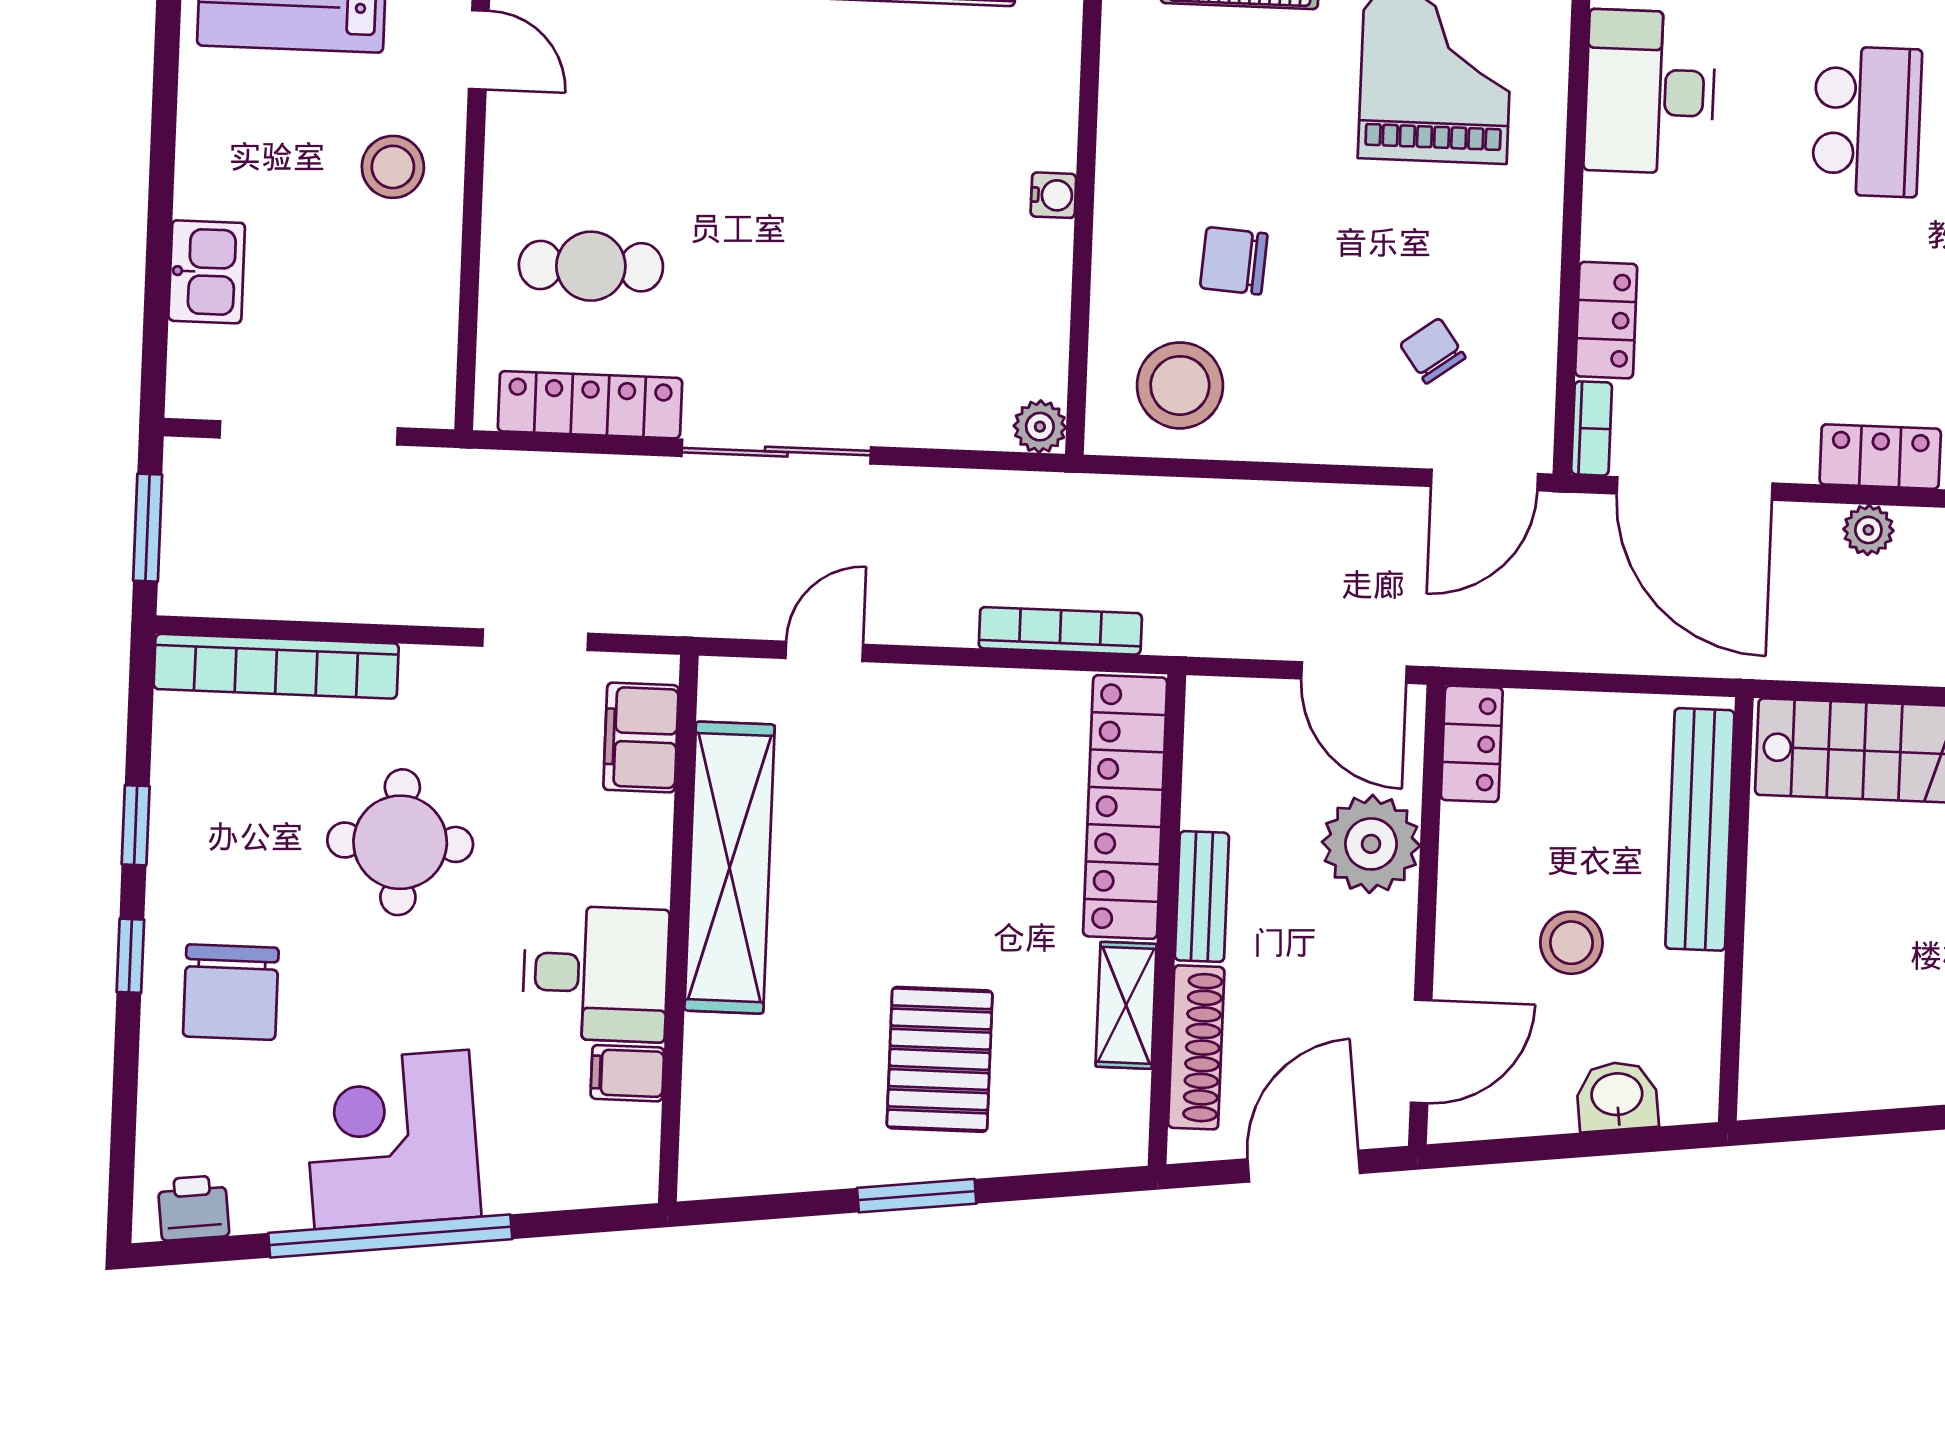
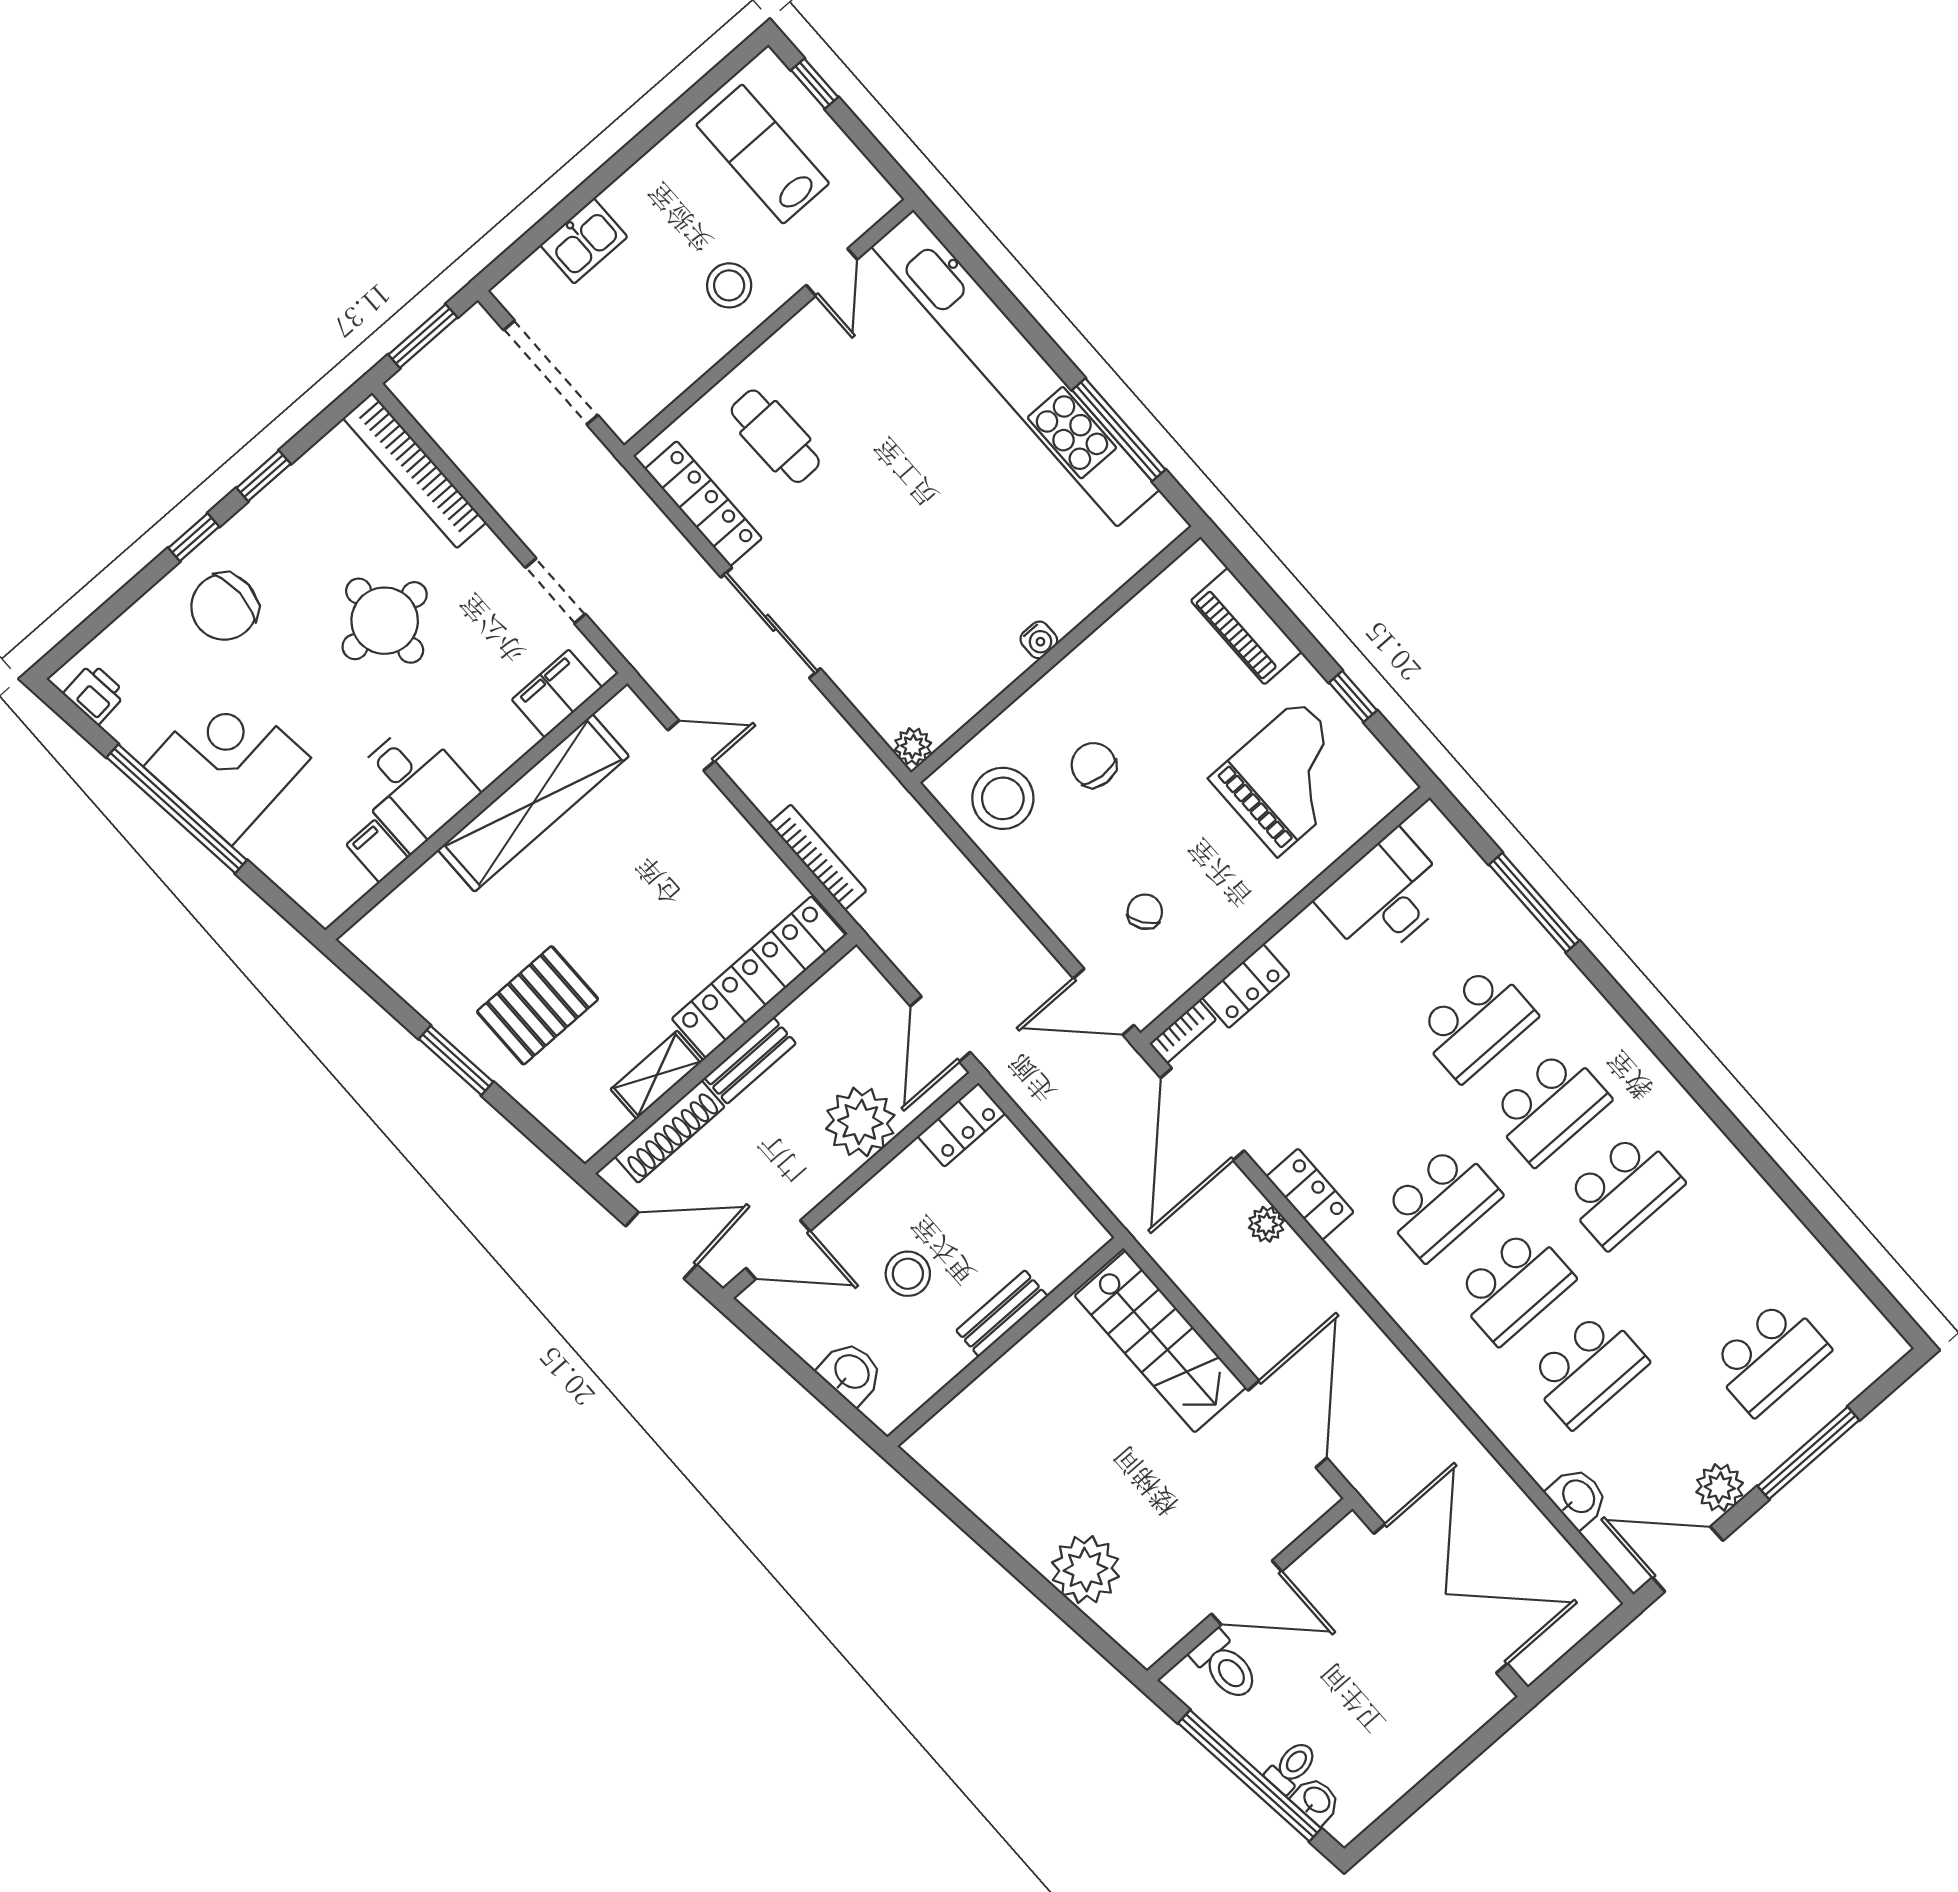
bench: (1700, 829) -> (1002, 1313), width x0.54, depth x0.82

